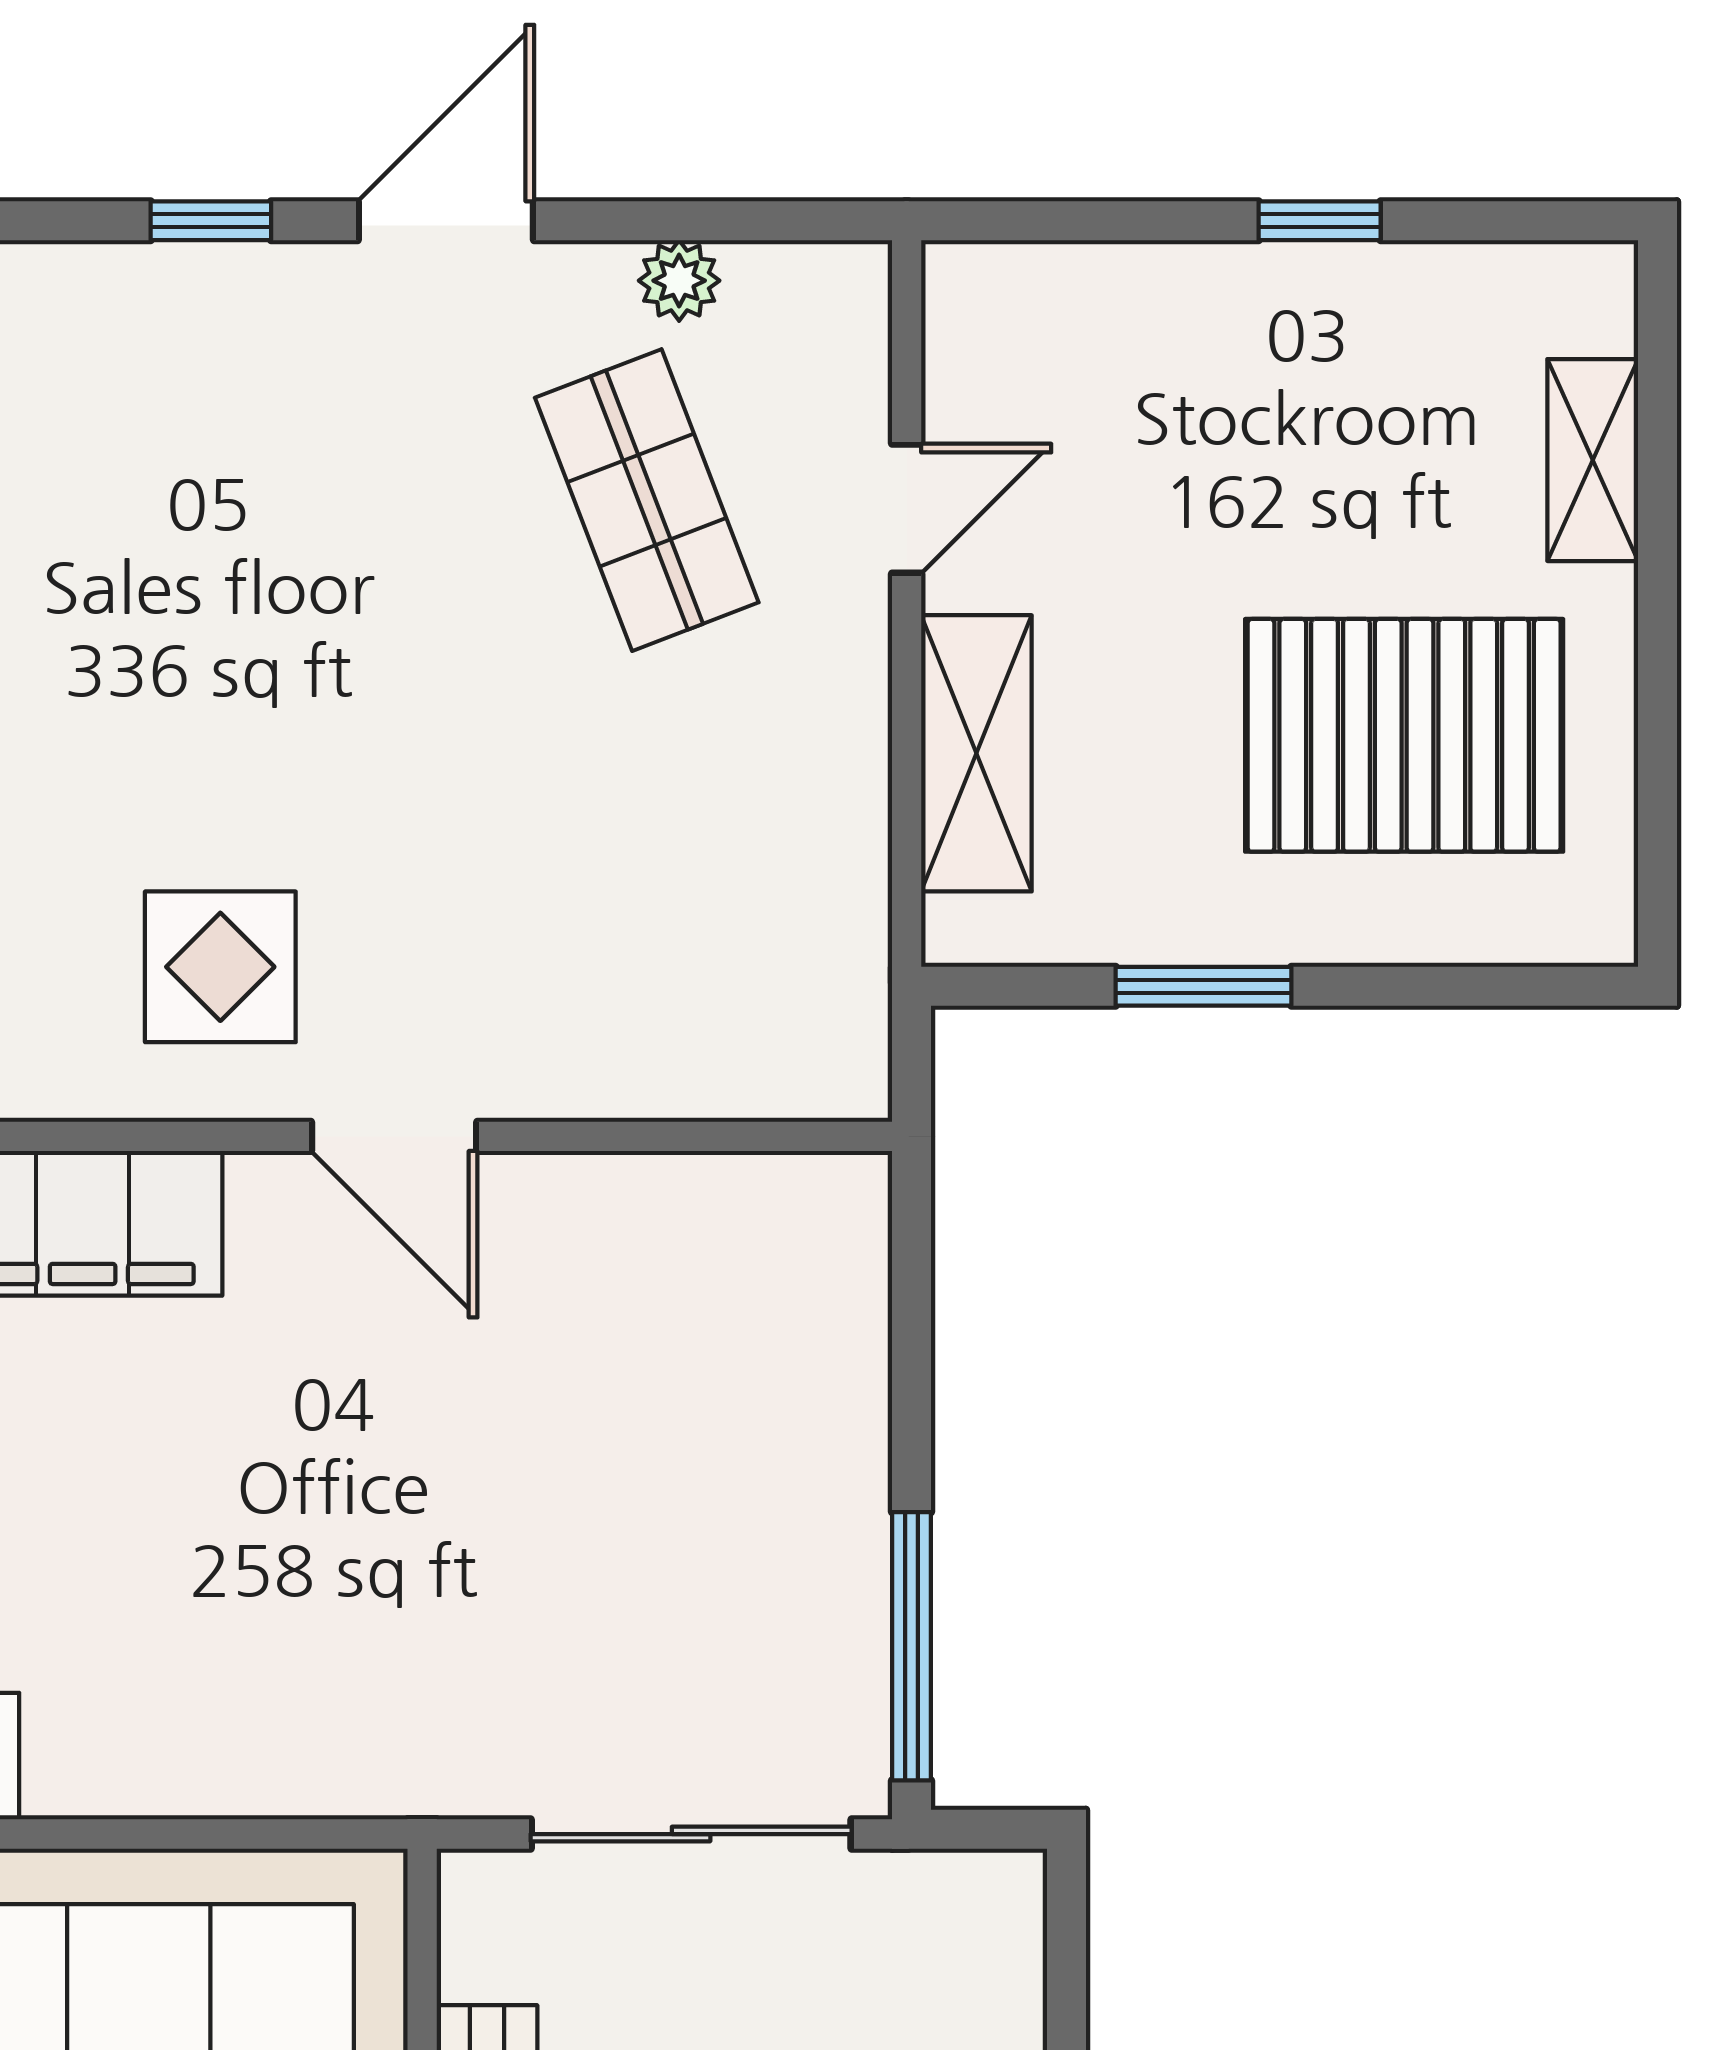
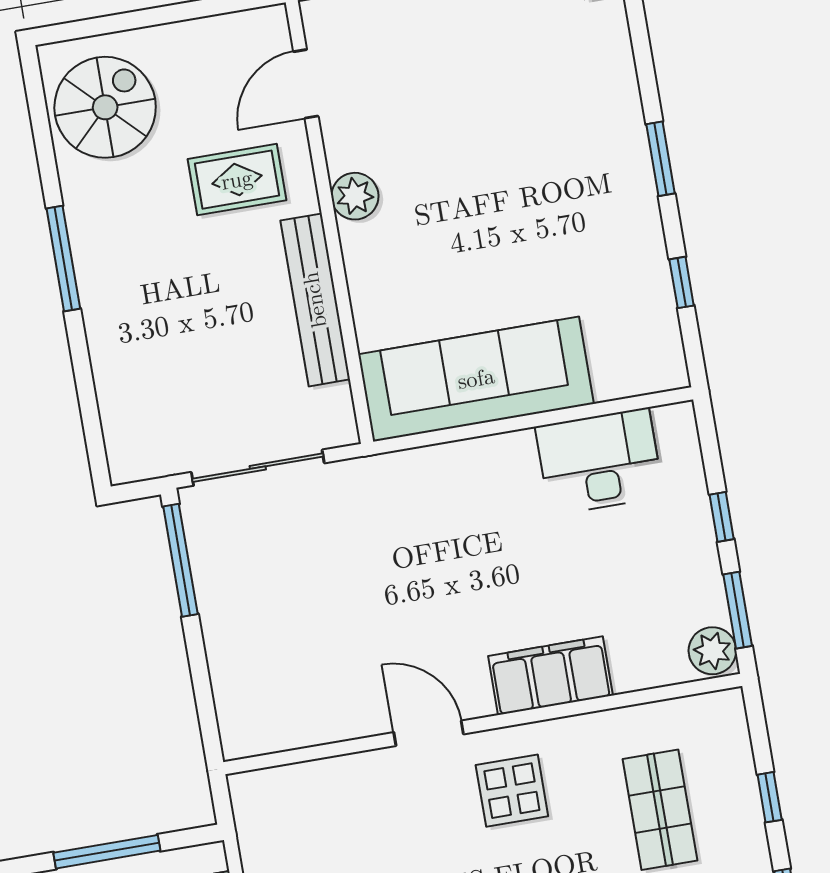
window: (1203, 986) -> (107, 852), width x1.44

